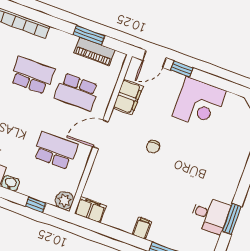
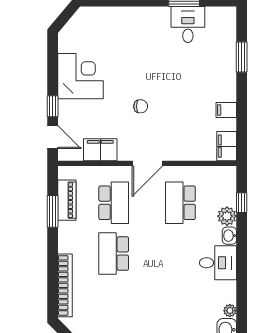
door: (101, 134) -> (147, 163), hinge flipped
plant: (64, 200) -> (227, 216), moved
filing cabinet: (142, 228) -> (226, 110), moved

